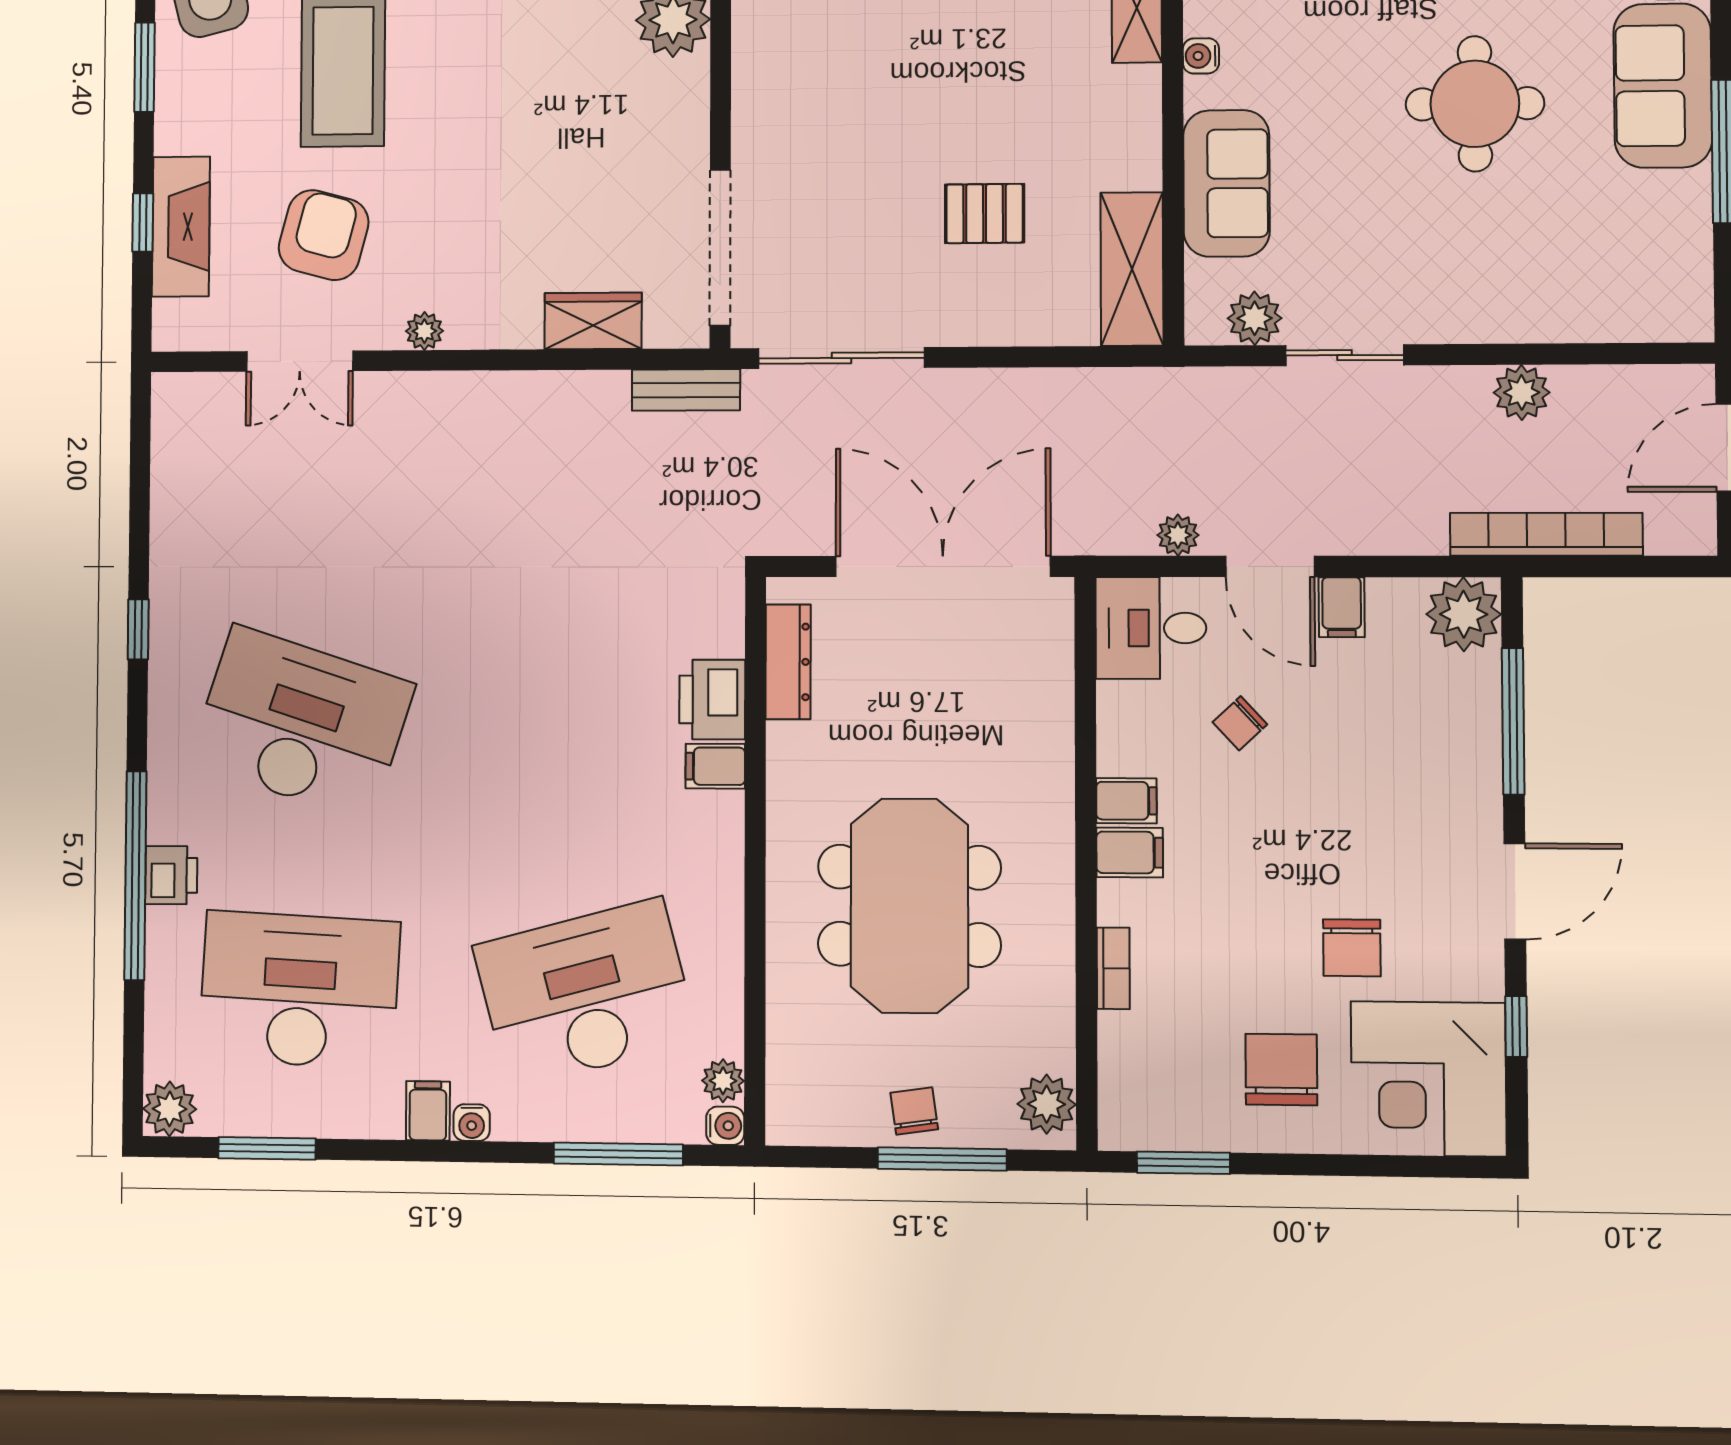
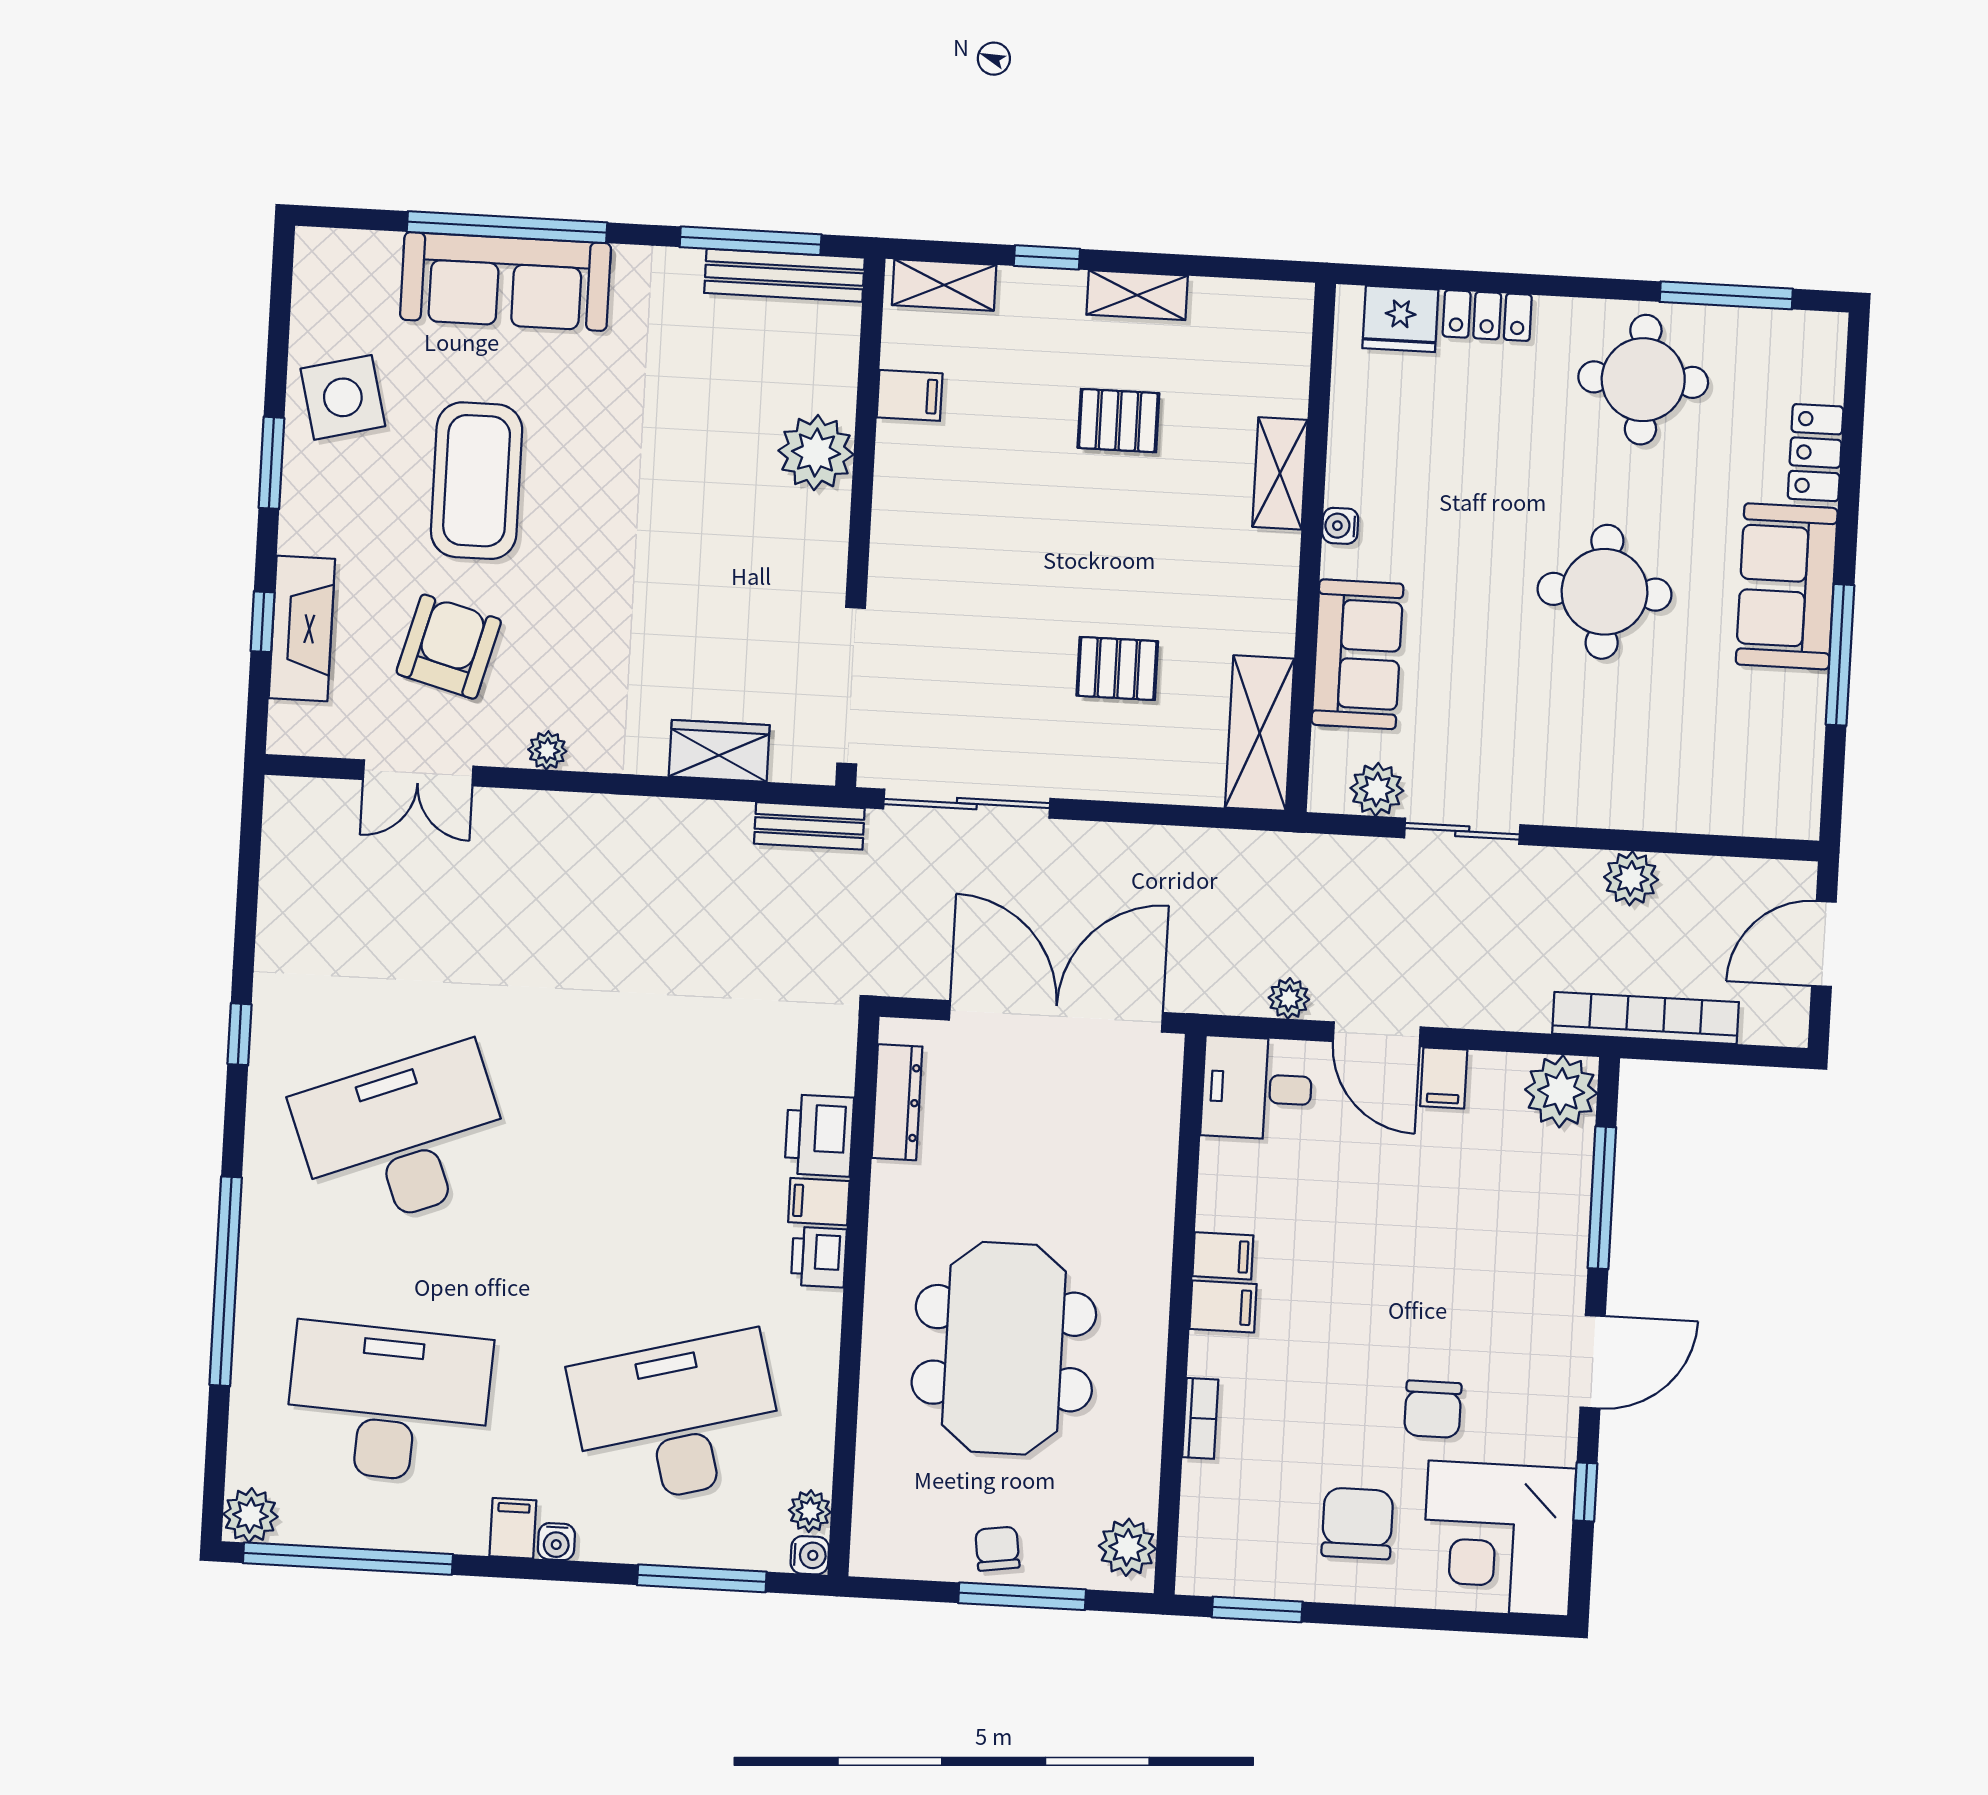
desk: (302, 723) -> (403, 1138), turned -39
chair: (1240, 723) -> (1338, 1186), removed
printer: (171, 875) -> (819, 1257), moved, turned 180
window: (267, 1148) -> (348, 1559), width x2.11

